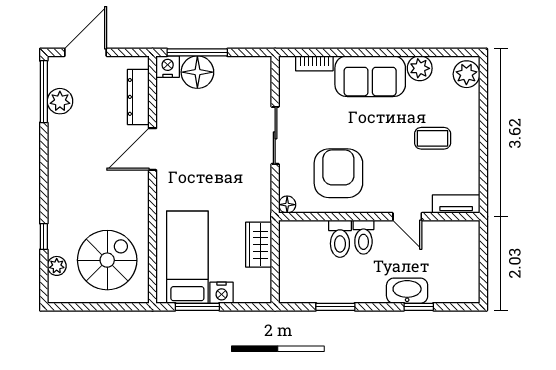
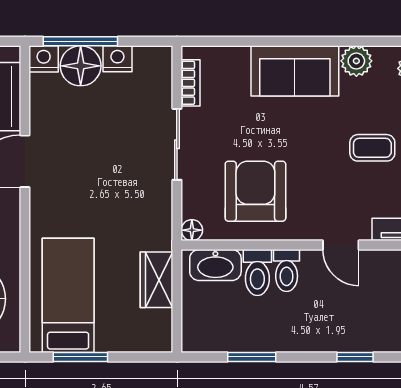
bookcase: (314, 63) -> (191, 83), moved, turned -90
washbasin: (407, 291) -> (215, 265), moved, turned 180
nightstand: (222, 293) -> (117, 59), moved, turned 180

